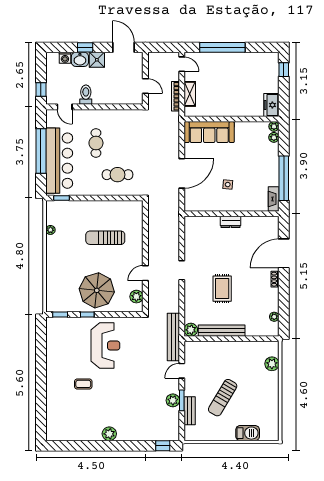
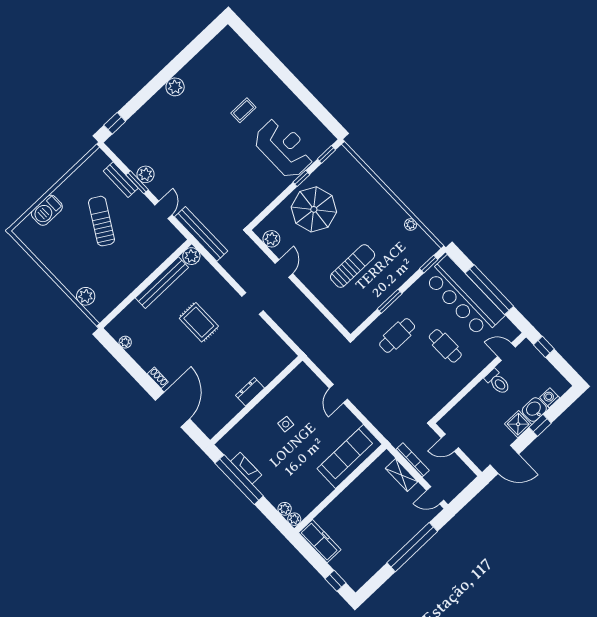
freezer: (271, 105) -> (320, 541), width x1.40
door: (182, 173) -> (338, 394), width x0.53
window: (103, 198) -> (390, 301), added
fireplace: (274, 199) -> (246, 468), moved
reception desk: (105, 346) -> (284, 148), moved, turned 180

